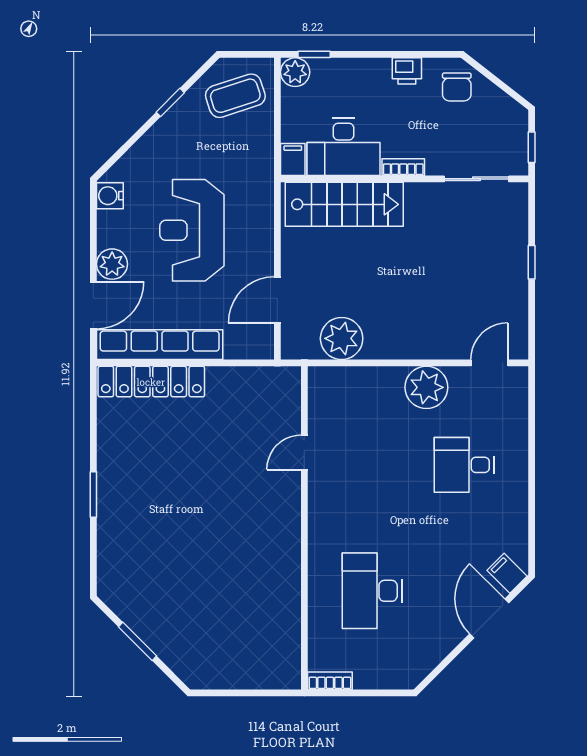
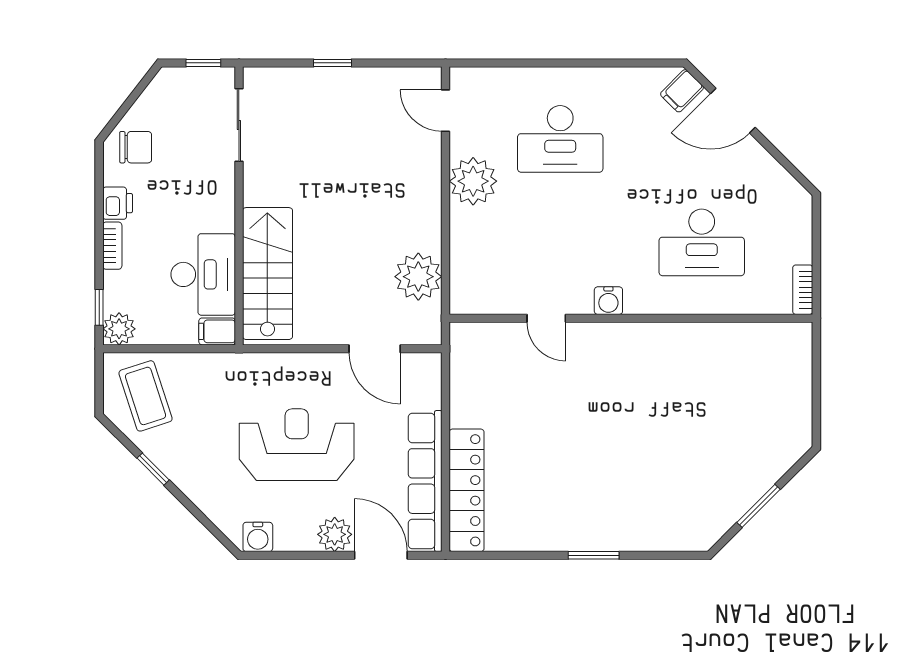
bookcase: (403, 167) -> (112, 246), moved, turned 180
reception desk: (192, 230) -> (297, 445), turned 180
desk: (464, 465) -> (560, 139), width x1.37
water cooler: (320, 508) -> (608, 301), added

